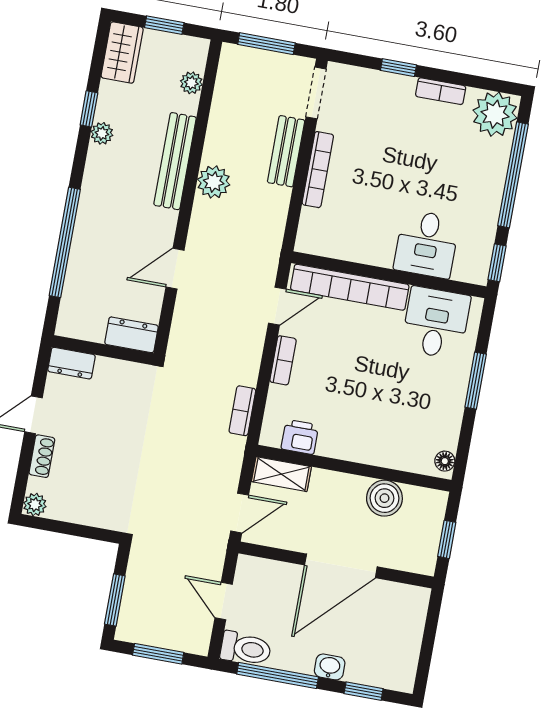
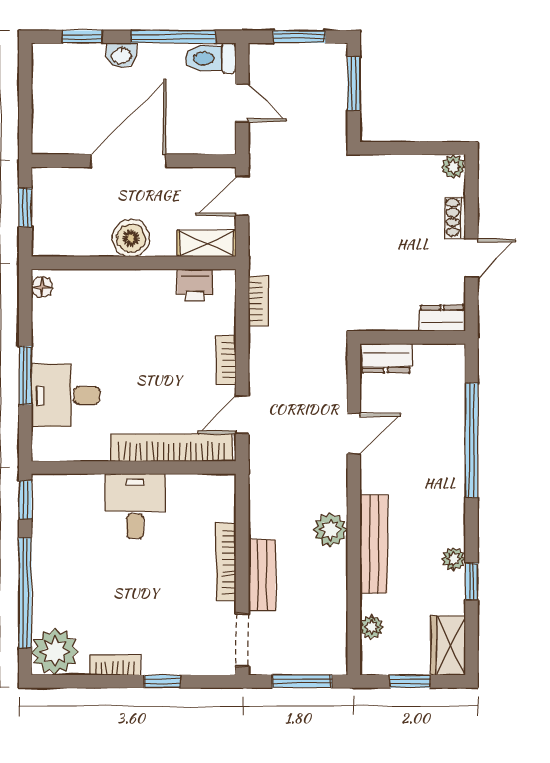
desk: (427, 244) -> (135, 506), moved
desk: (436, 323) -> (66, 395), moved, turned 90
boiler: (384, 498) -> (131, 238), moved

